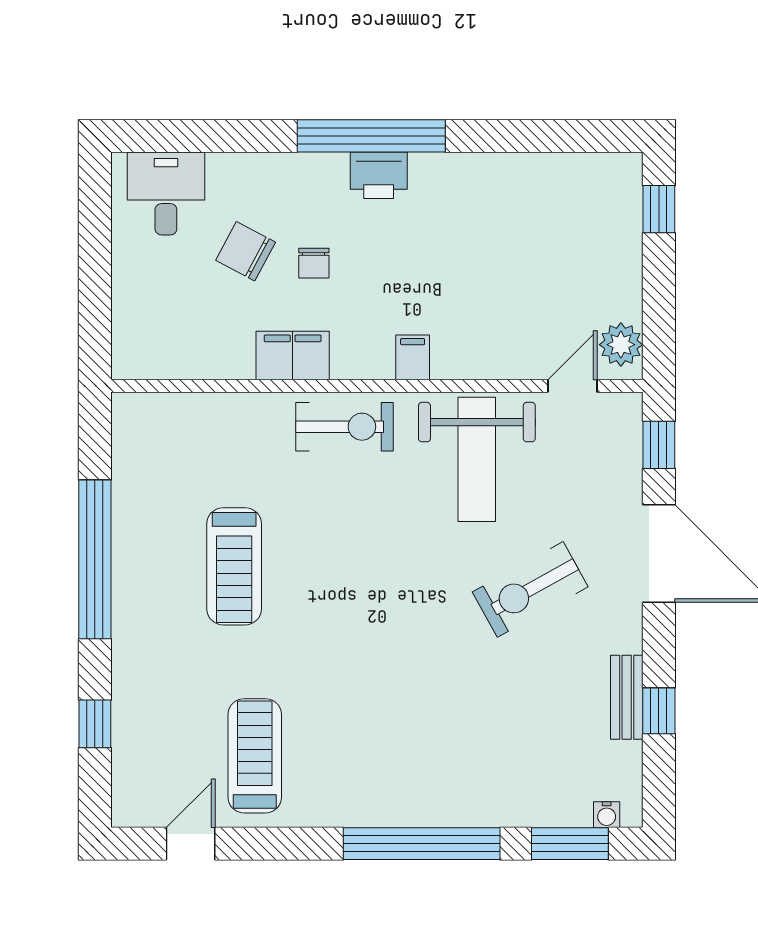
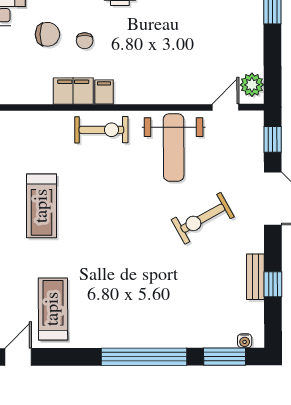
chair: (246, 251) -> (47, 34), turned 152
filing cabinet: (413, 357) -> (104, 92), moved

